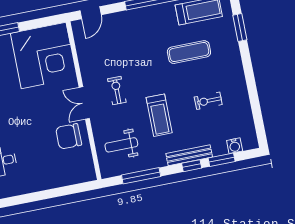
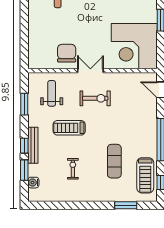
exercise bike: (117, 91) -> (95, 98), width x1.38, depth x1.39
window: (141, 176) -> (24, 104), width x0.69

